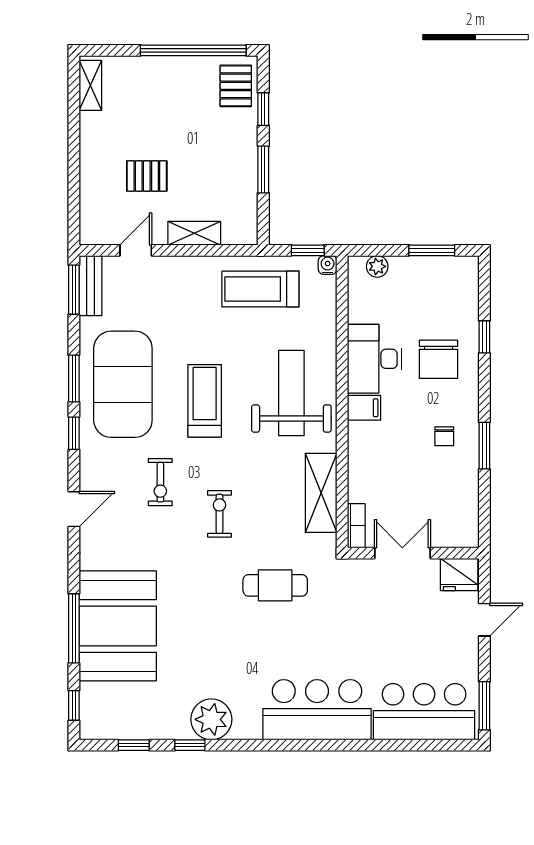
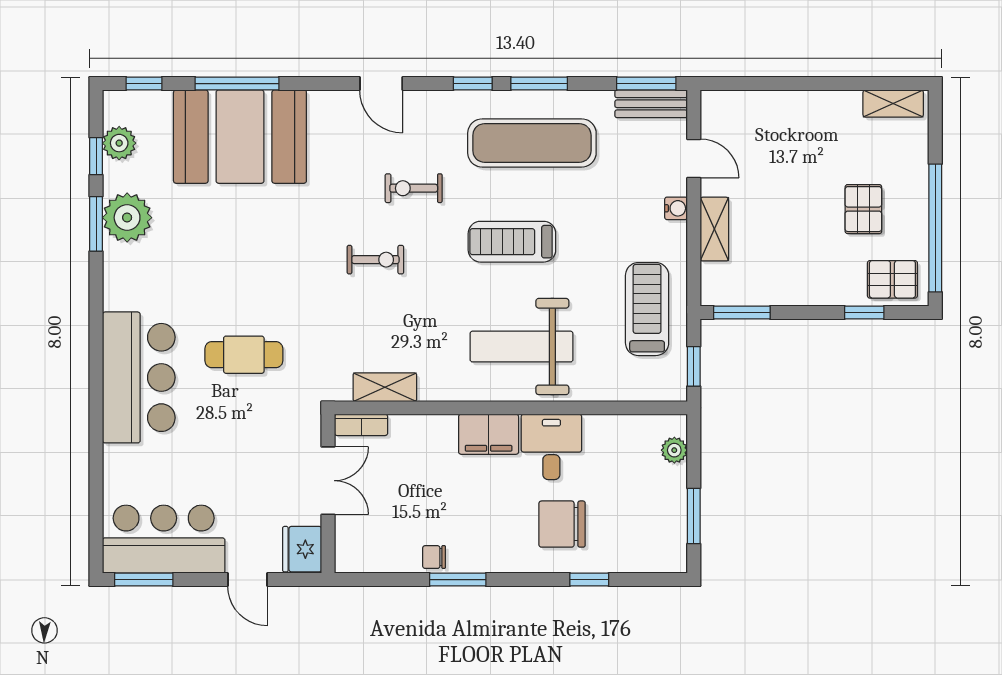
window: (263, 170) -> (742, 312), moved
pallet: (147, 176) -> (863, 209), moved
water cooler: (328, 265) -> (676, 208), moved
desk: (374, 359) -> (551, 447), width x0.73
exercise mat: (123, 384) -> (532, 143), width x0.68
weight bench: (291, 393) -> (521, 347), turned 180
treadmill: (205, 401) -> (512, 242), turned 180
filing cabinet: (364, 408) -> (489, 434), width x2.00
chair: (444, 436) -> (434, 557), moved
shelving: (321, 493) -> (385, 387), width x0.67, depth x0.75
cafe table: (275, 585) -> (244, 355), moved, turned 90
bar counter: (424, 712) -> (164, 539), moved, turned -90
plant: (211, 719) -> (127, 218), moved
plant: (123, 726) -> (119, 143), added
window: (190, 745) -> (96, 224), width x1.50

